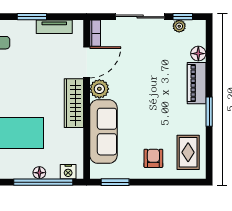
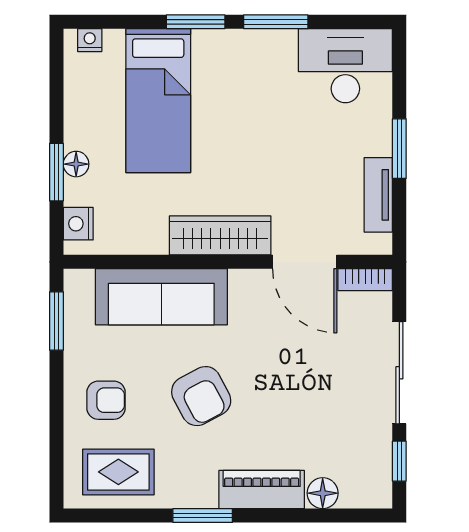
plant: (179, 26) -> (379, 454), removed
plant: (99, 89) -> (250, 288), removed
armchair: (151, 112) -> (201, 396), added
window: (43, 182) -> (56, 172), width x0.47

